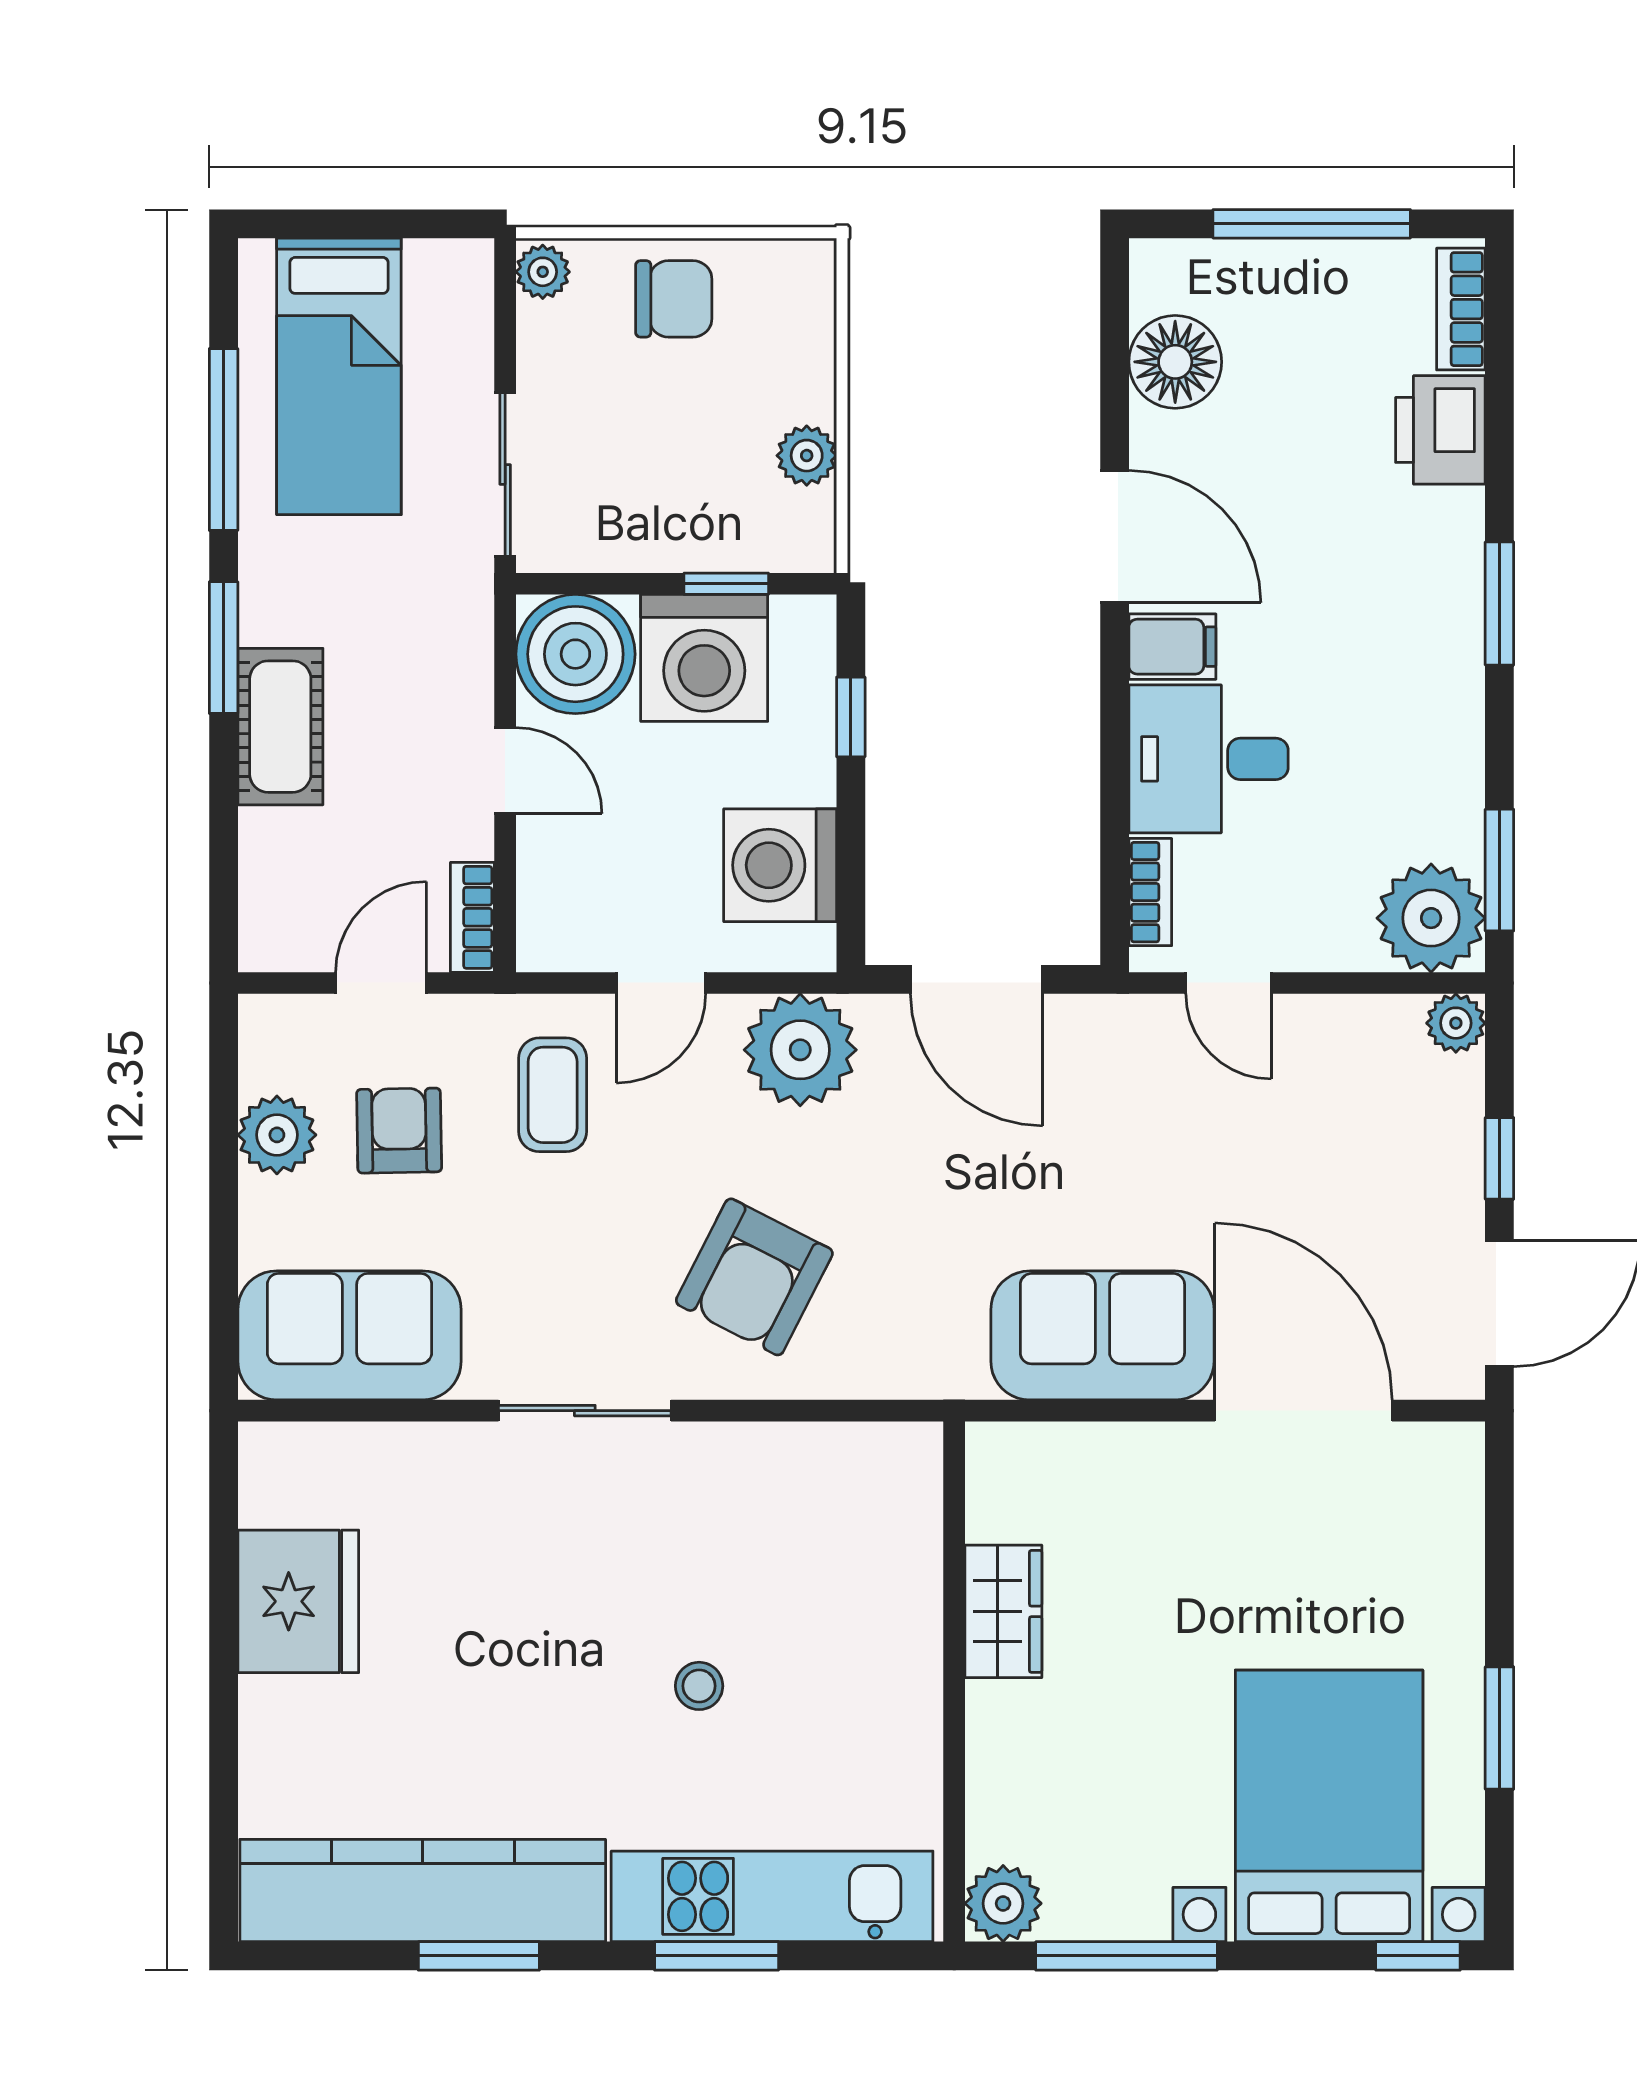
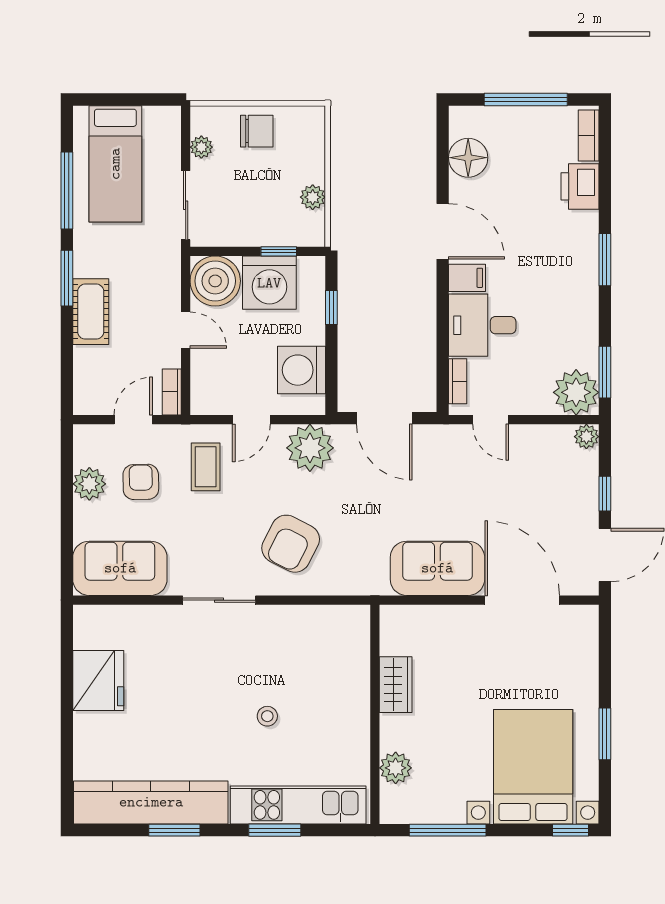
plant: (543, 272) -> (201, 147), moved
plant: (1003, 1903) -> (396, 768), moved

